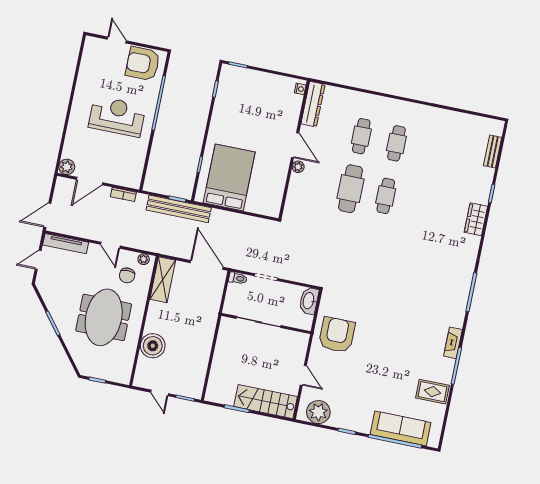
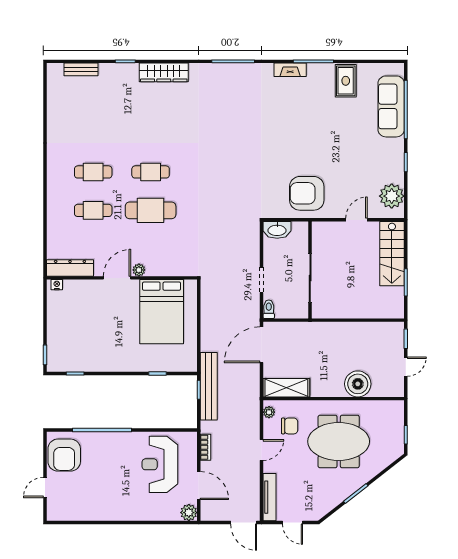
reception desk: (117, 116) -> (160, 464), moved
bed: (229, 177) -> (162, 312), moved, turned -90
wardrobe: (476, 219) -> (164, 72), width x1.50

